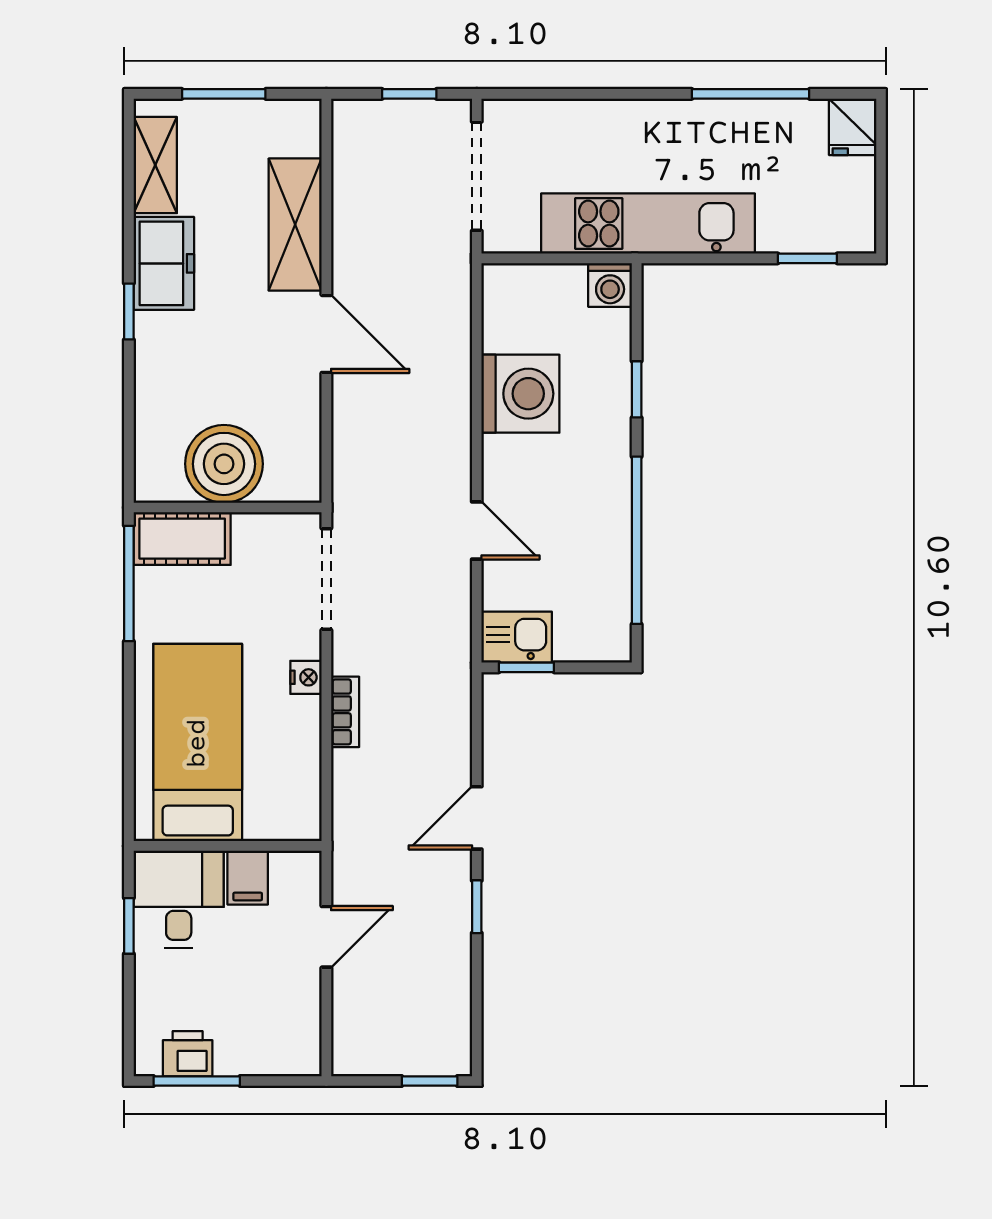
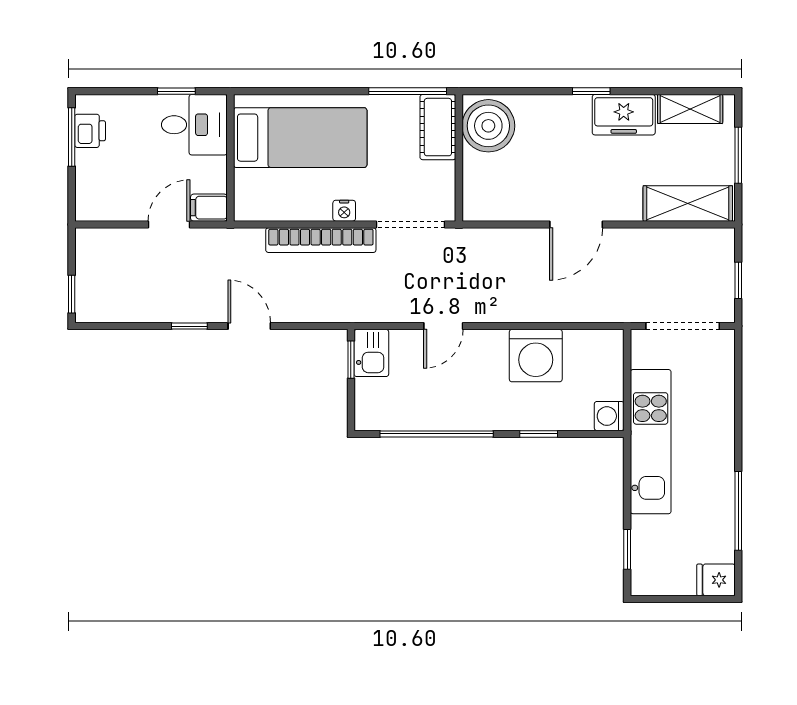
shelving: (295, 225) -> (688, 203), moved
boiler: (224, 464) -> (488, 126), moved
bookcase: (345, 712) -> (321, 240), width x2.31, depth x1.31
filing cabinet: (248, 878) -> (209, 208), moved
door: (326, 937) -> (169, 224), swing flipped

